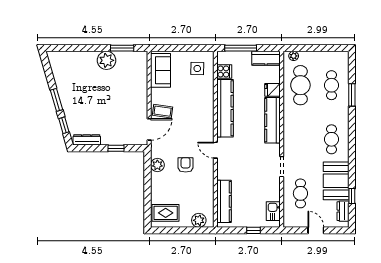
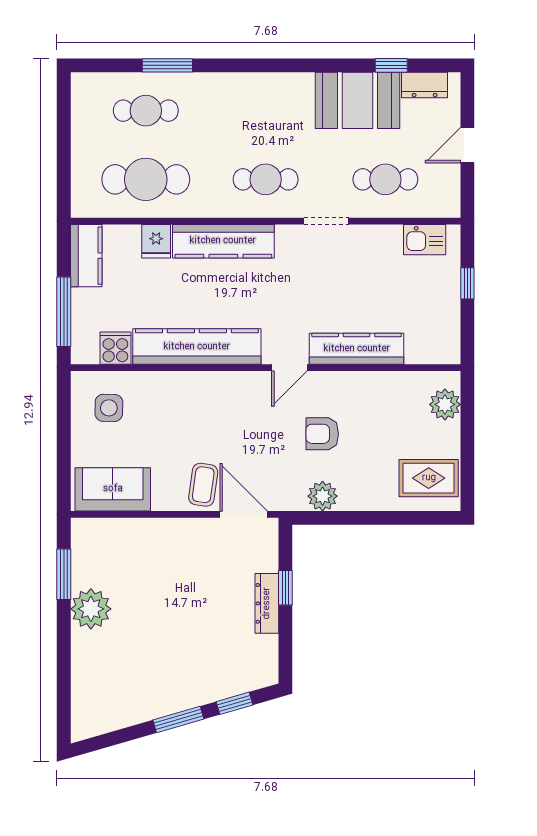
plant: (294, 56) -> (81, 195), removed
cafe table: (331, 139) -> (266, 179), moved
dresser: (87, 140) -> (267, 603), moved
kitchen counter: (224, 201) -> (357, 349), moved
rug: (166, 213) -> (429, 478), turned 90

